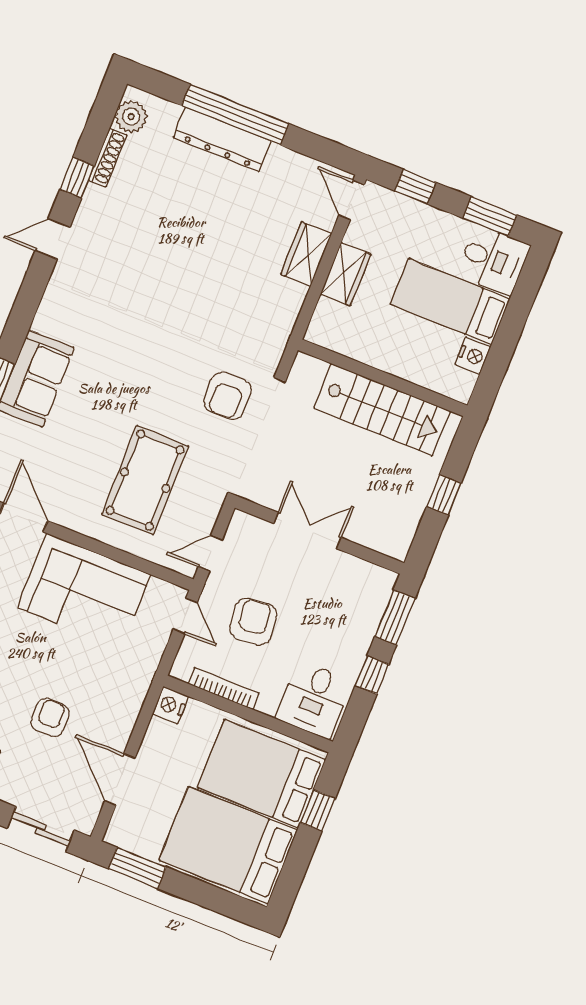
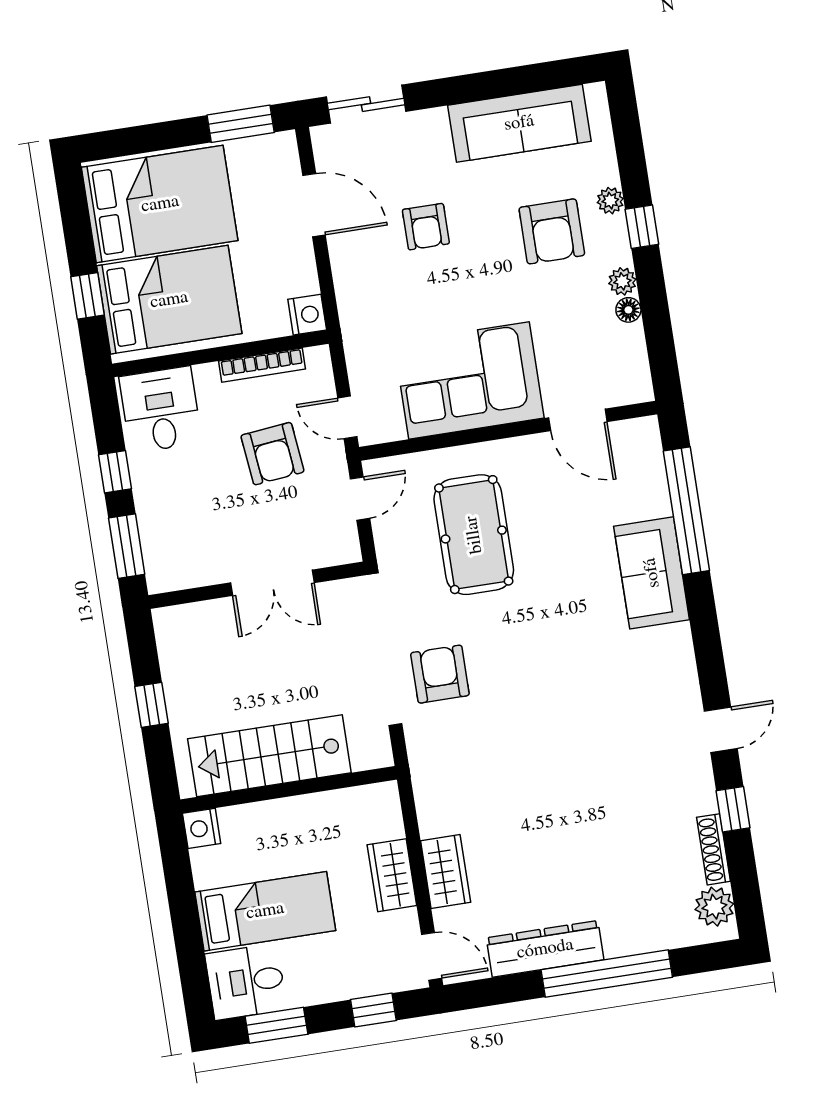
dresser: (222, 139) -> (545, 949), moved
nightstand: (473, 356) -> (202, 828), moved

